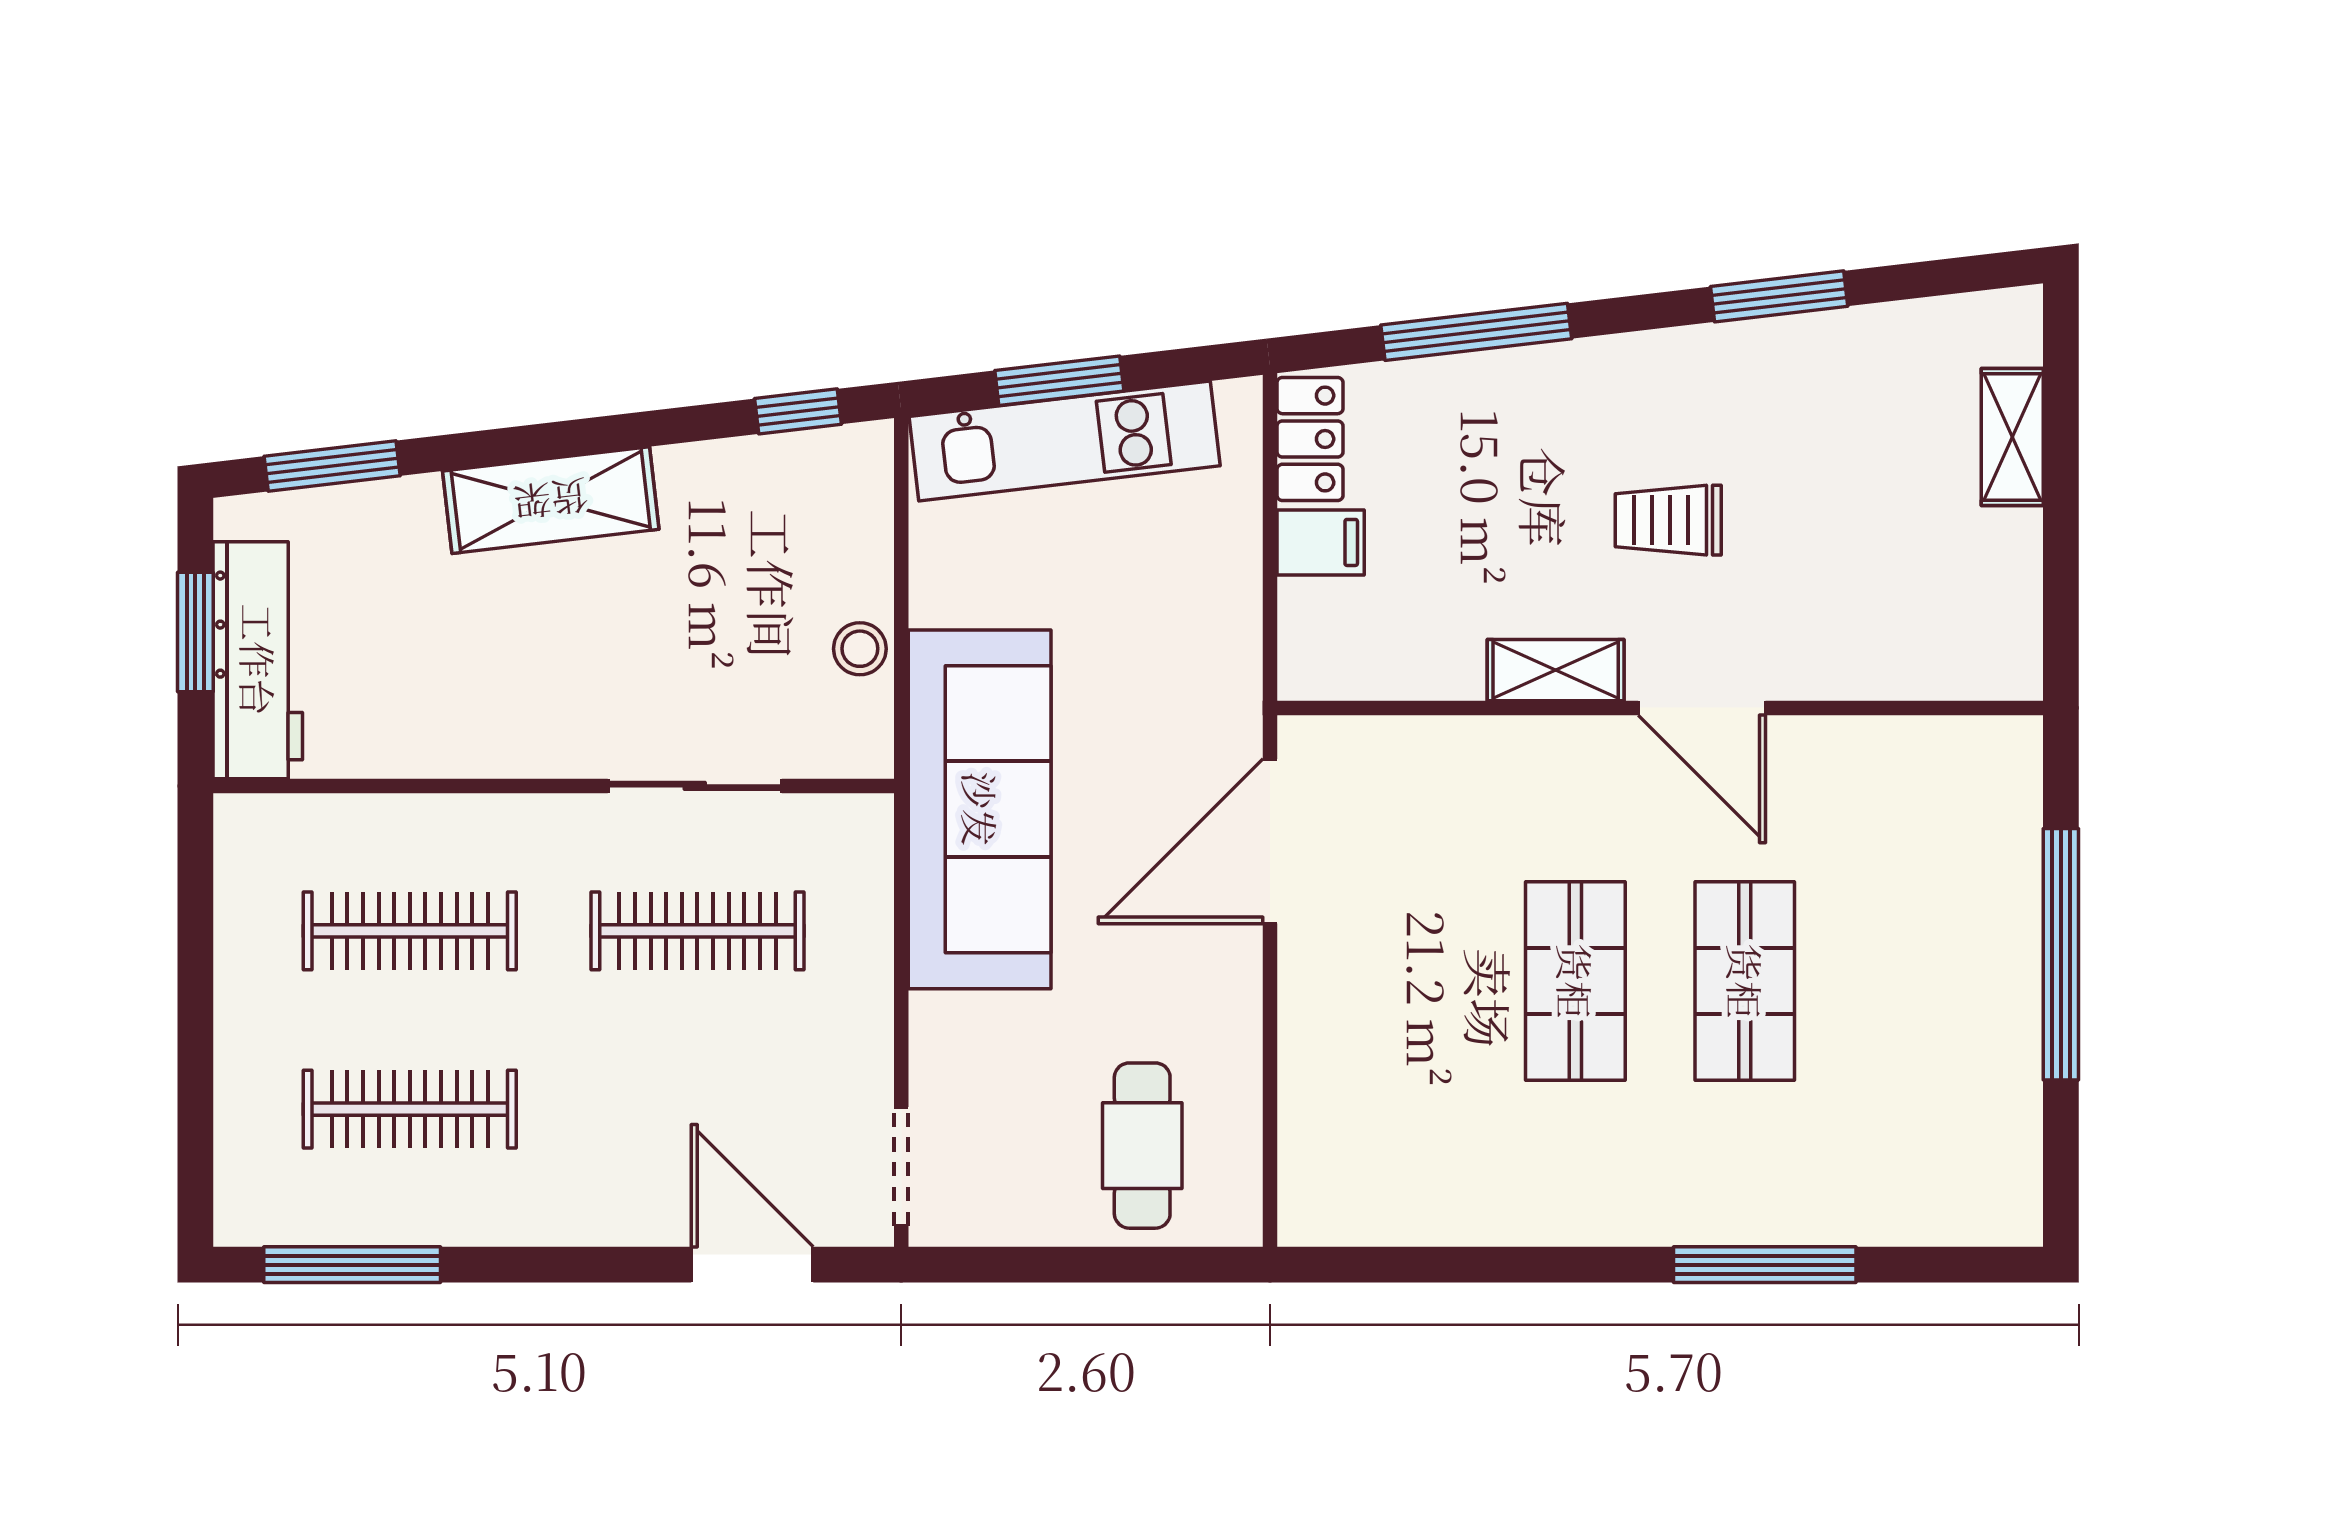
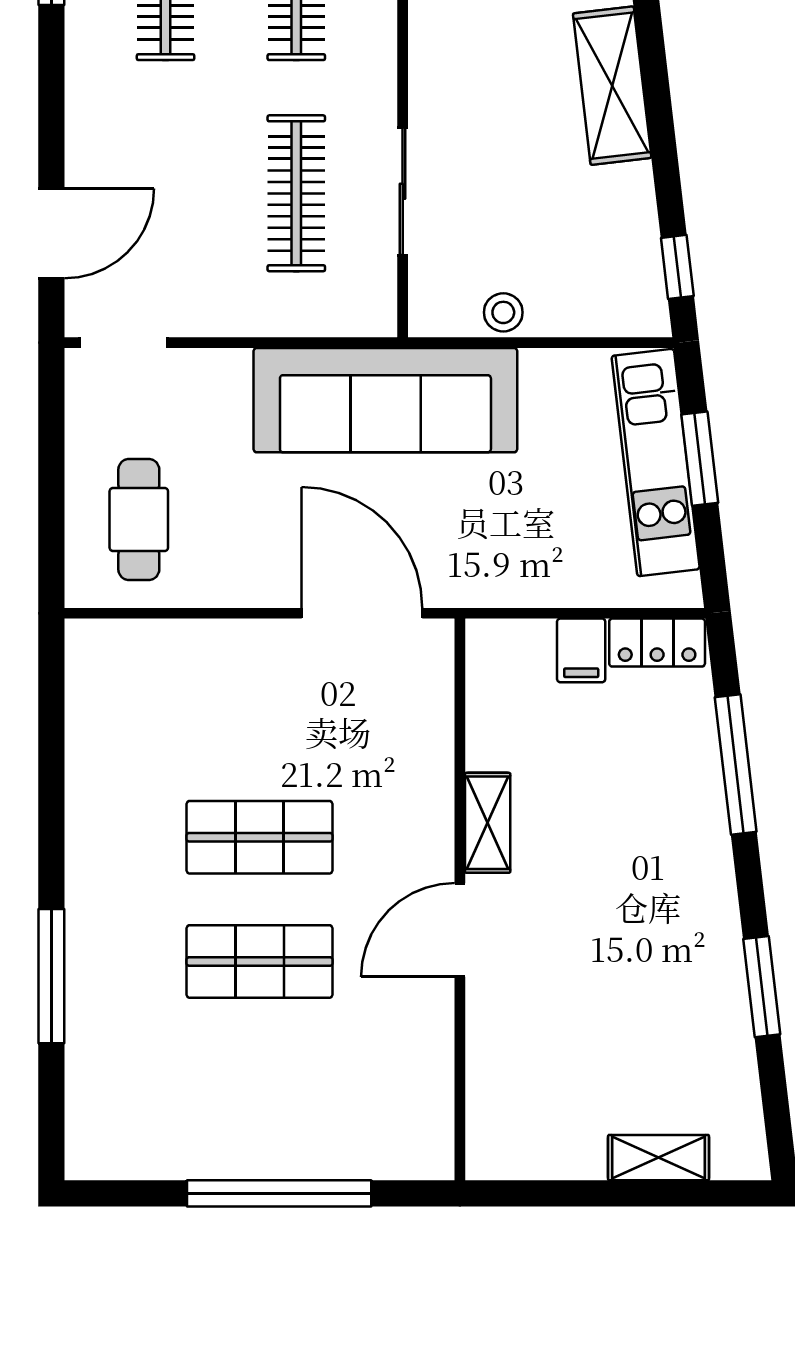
trolley: (1668, 520) -> (597, 905), removed
cafe table: (1142, 1146) -> (139, 520), turned 90

